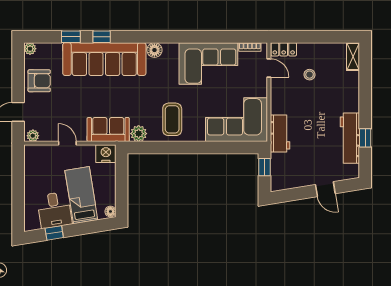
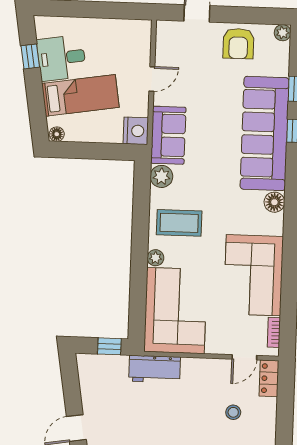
plant: (33, 136) -> (155, 258), moved

